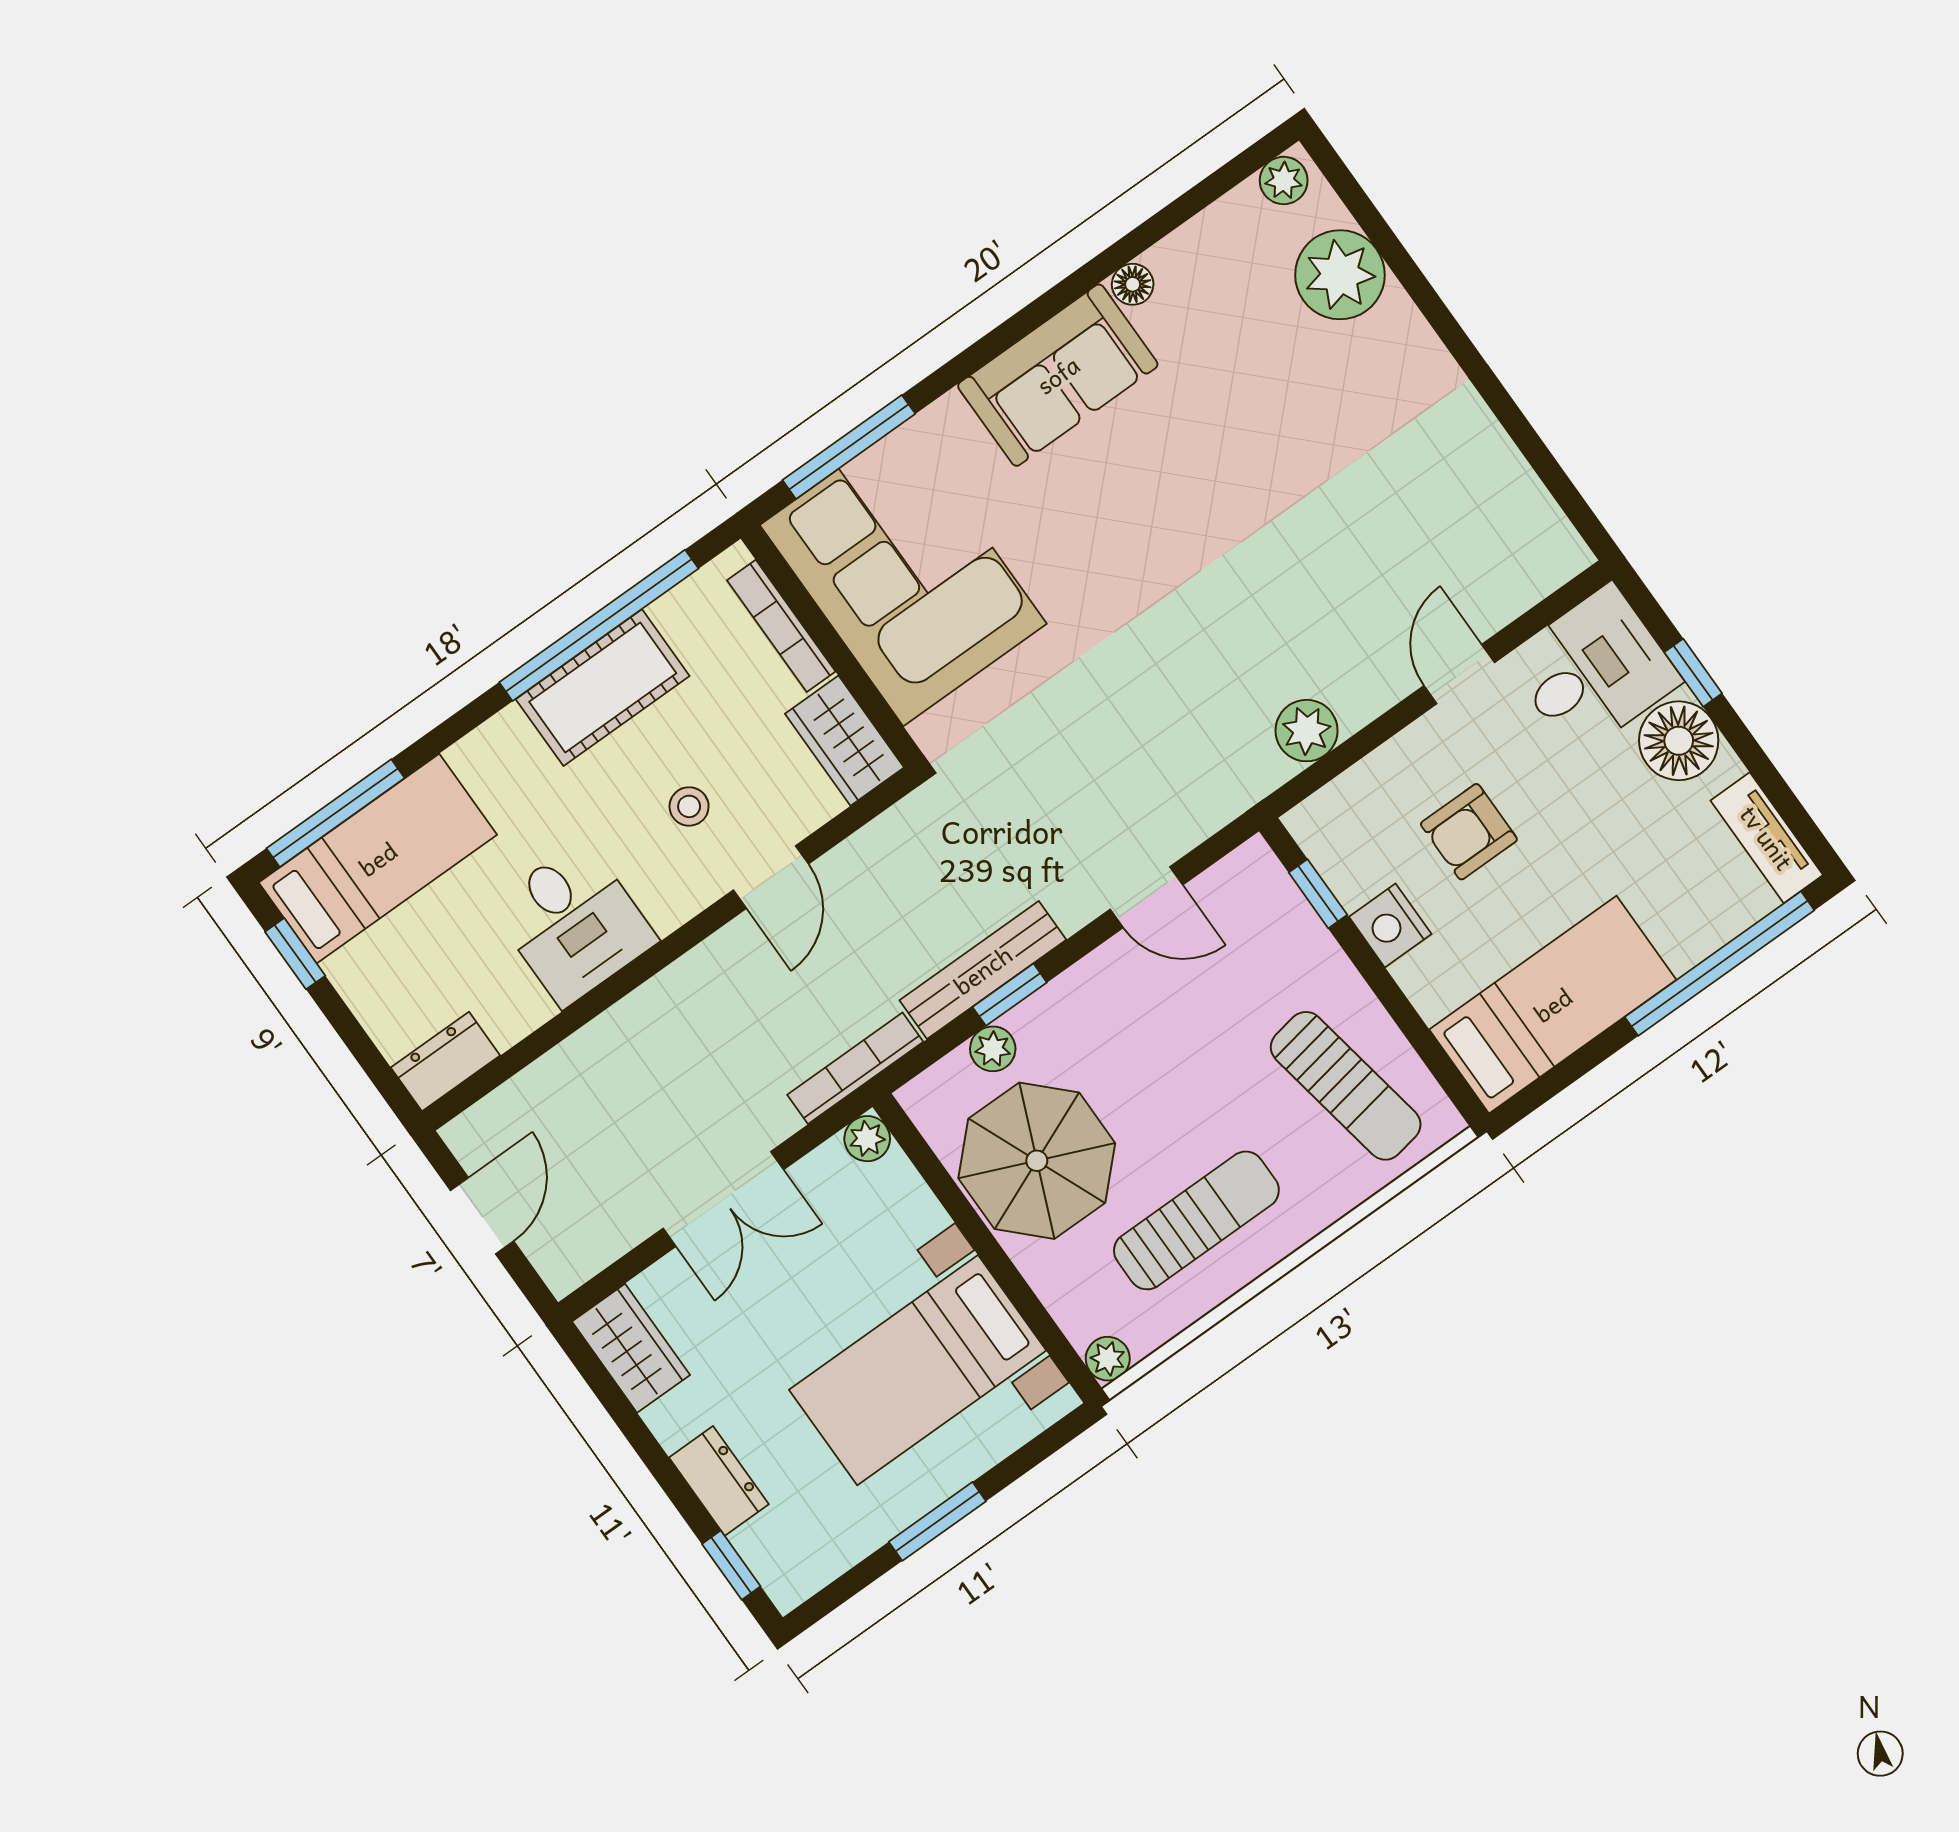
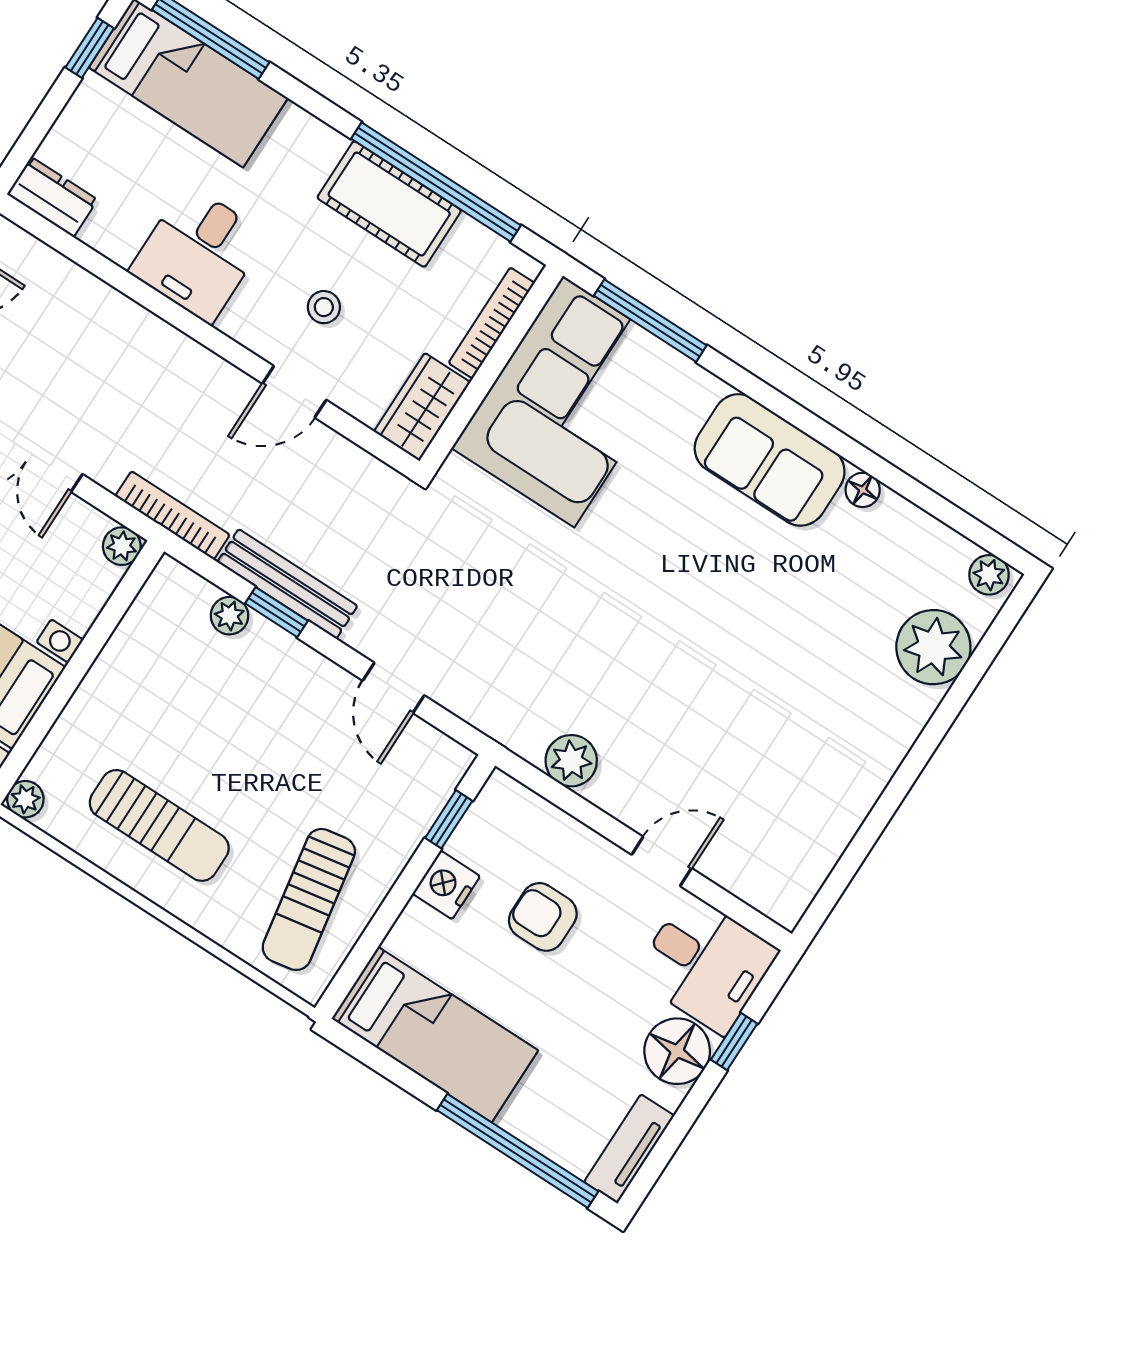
parasol: (1037, 1161) -> (157, 684), removed

